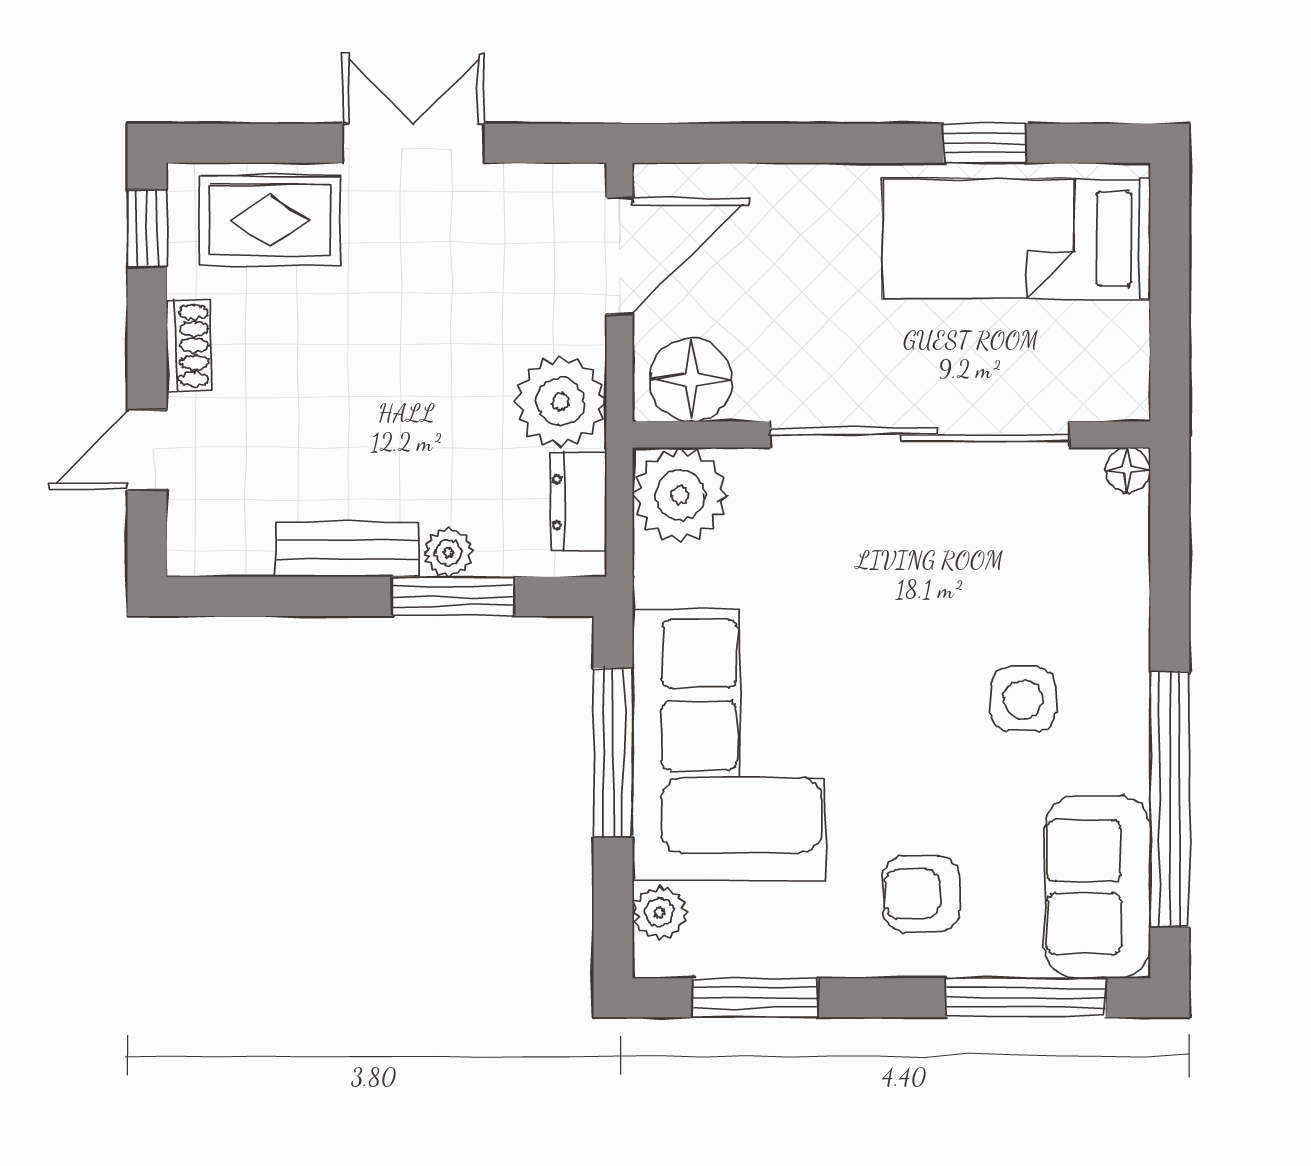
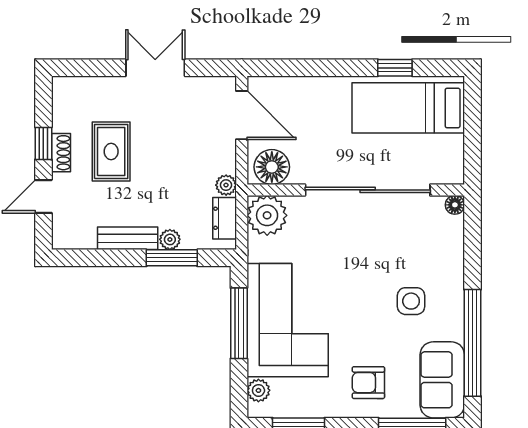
rug: (270, 221) -> (111, 152), moved, turned 90
window: (147, 228) -> (43, 143), moved
door: (620, 256) -> (242, 115), hinge flipped
plant: (561, 401) -> (226, 185), width x0.53, depth x0.53

